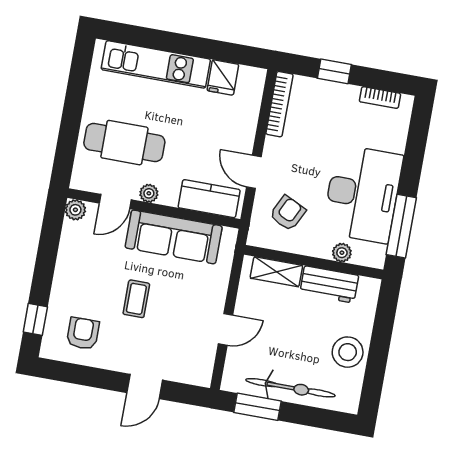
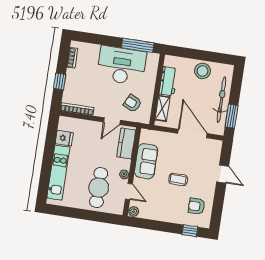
sofa: (174, 237) -> (146, 161), width x0.73
plant: (342, 253) -> (152, 75), removed
door: (226, 329) -> (193, 133), width x1.87

